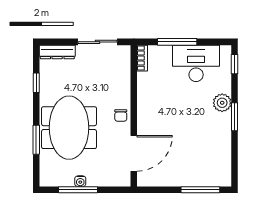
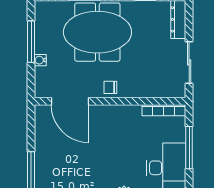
bookcase: (142, 58) -> (164, 110), width x1.56
water cooler: (80, 181) -> (40, 60), moved

